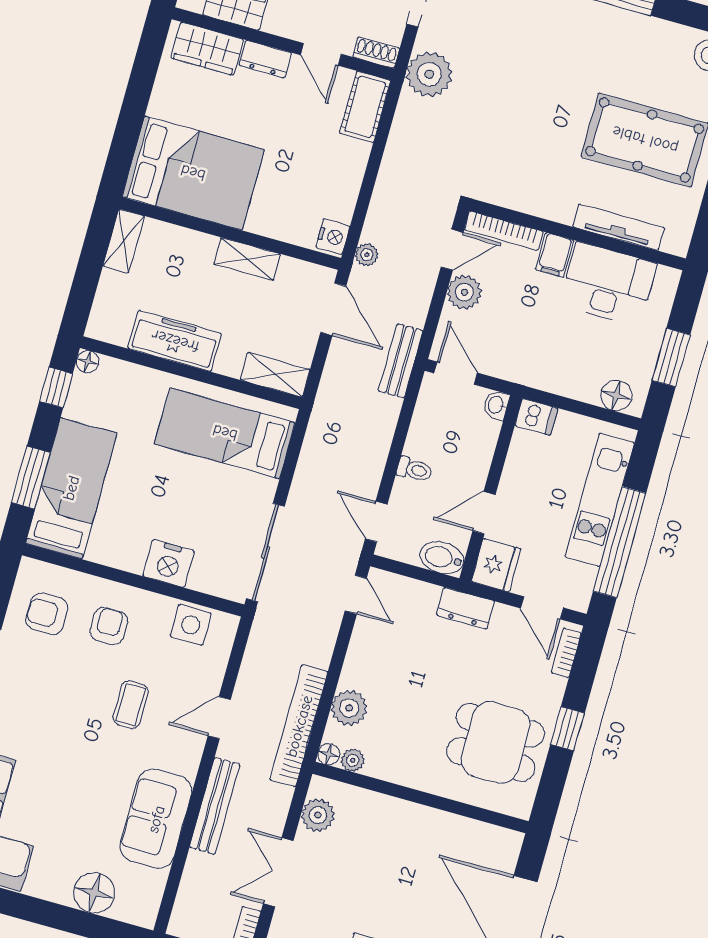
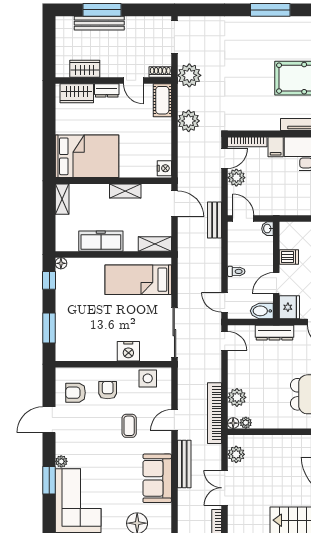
plant: (367, 255) -> (189, 121), moved, width x1.87, depth x1.87
dishwasher: (536, 417) -> (289, 257), moved
bed: (71, 488) -> (70, 328), removed
dresser: (465, 608) -> (274, 333), width x1.44

